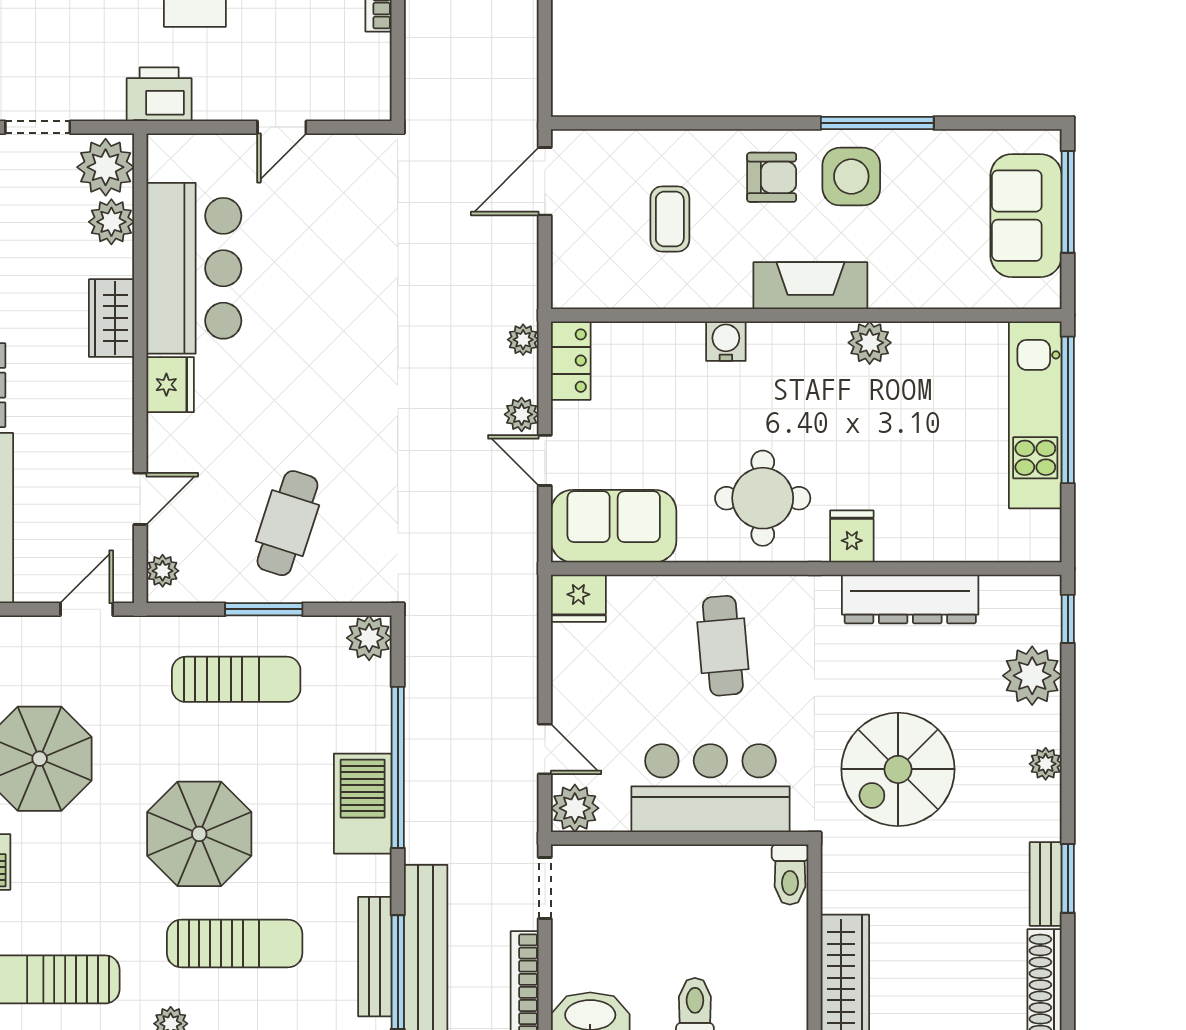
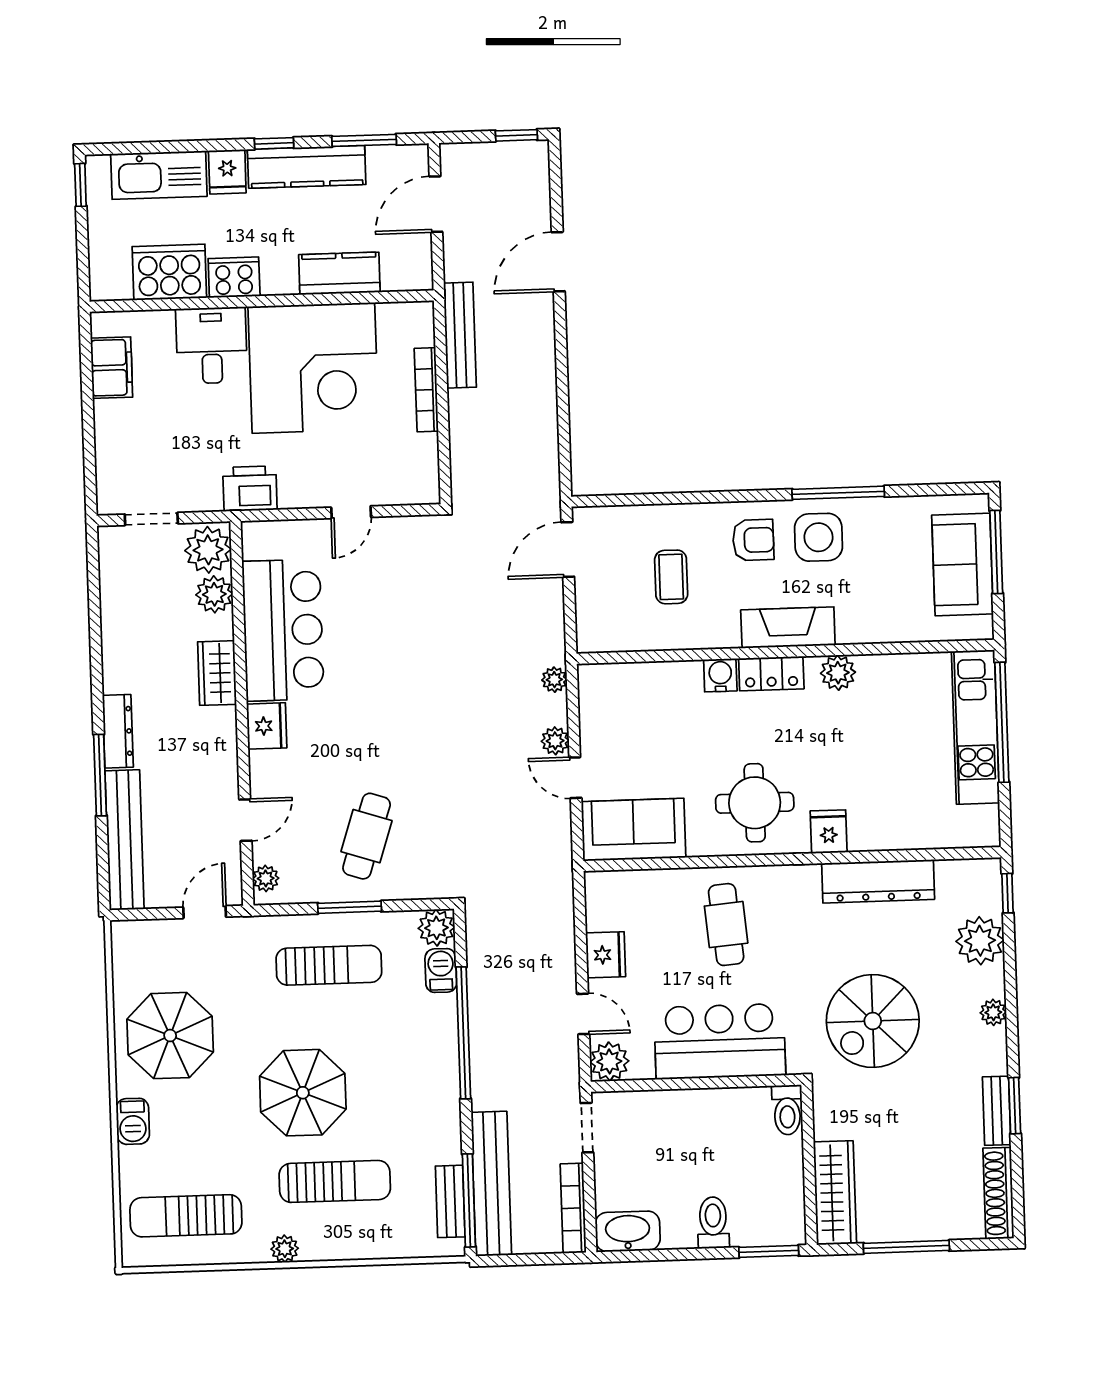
locker: (571, 361) -> (771, 674), moved, turned 90
fridge: (578, 598) -> (606, 955), moved, turned -90
barbecue: (363, 804) -> (441, 971), moved, width x0.53, depth x0.65
bench: (375, 957) -> (450, 1201), width x0.73

